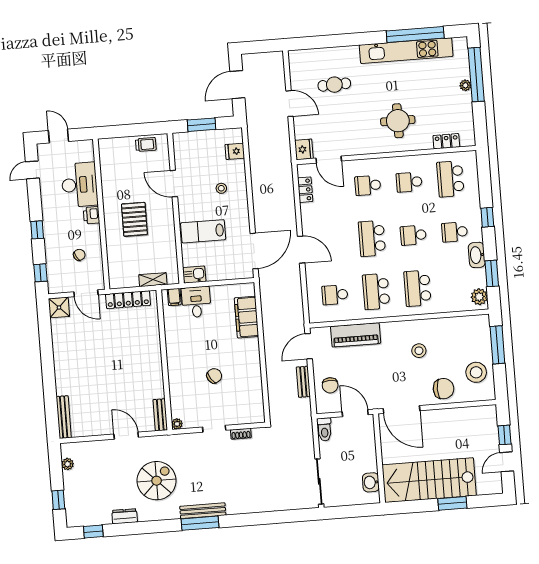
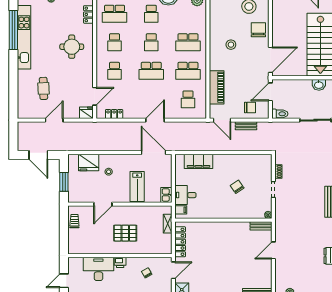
fridge: (235, 151) -> (89, 162), width x1.88, depth x1.34
spiral stairs: (157, 481) -> (306, 232), removed

